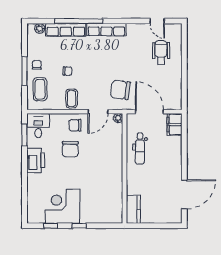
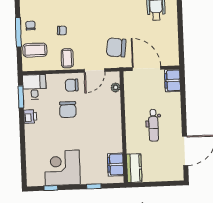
coffee table: (40, 89) -> (35, 50), turned 90
plant: (118, 118) -> (115, 87), moved
dental chair: (140, 149) -> (153, 125), moved
printer: (36, 160) -> (30, 116), width x0.53, depth x0.68
filing cabinet: (115, 205) -> (116, 164), added
window: (79, 226) -> (94, 186), moved

